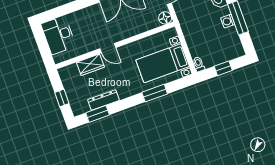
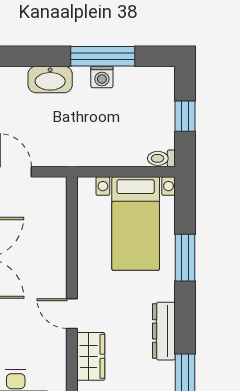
floor lamp: (165, 18) -> (55, 189), removed
door: (108, 48) -> (72, 314), swing flipped
dresser: (103, 100) -> (164, 331), moved

